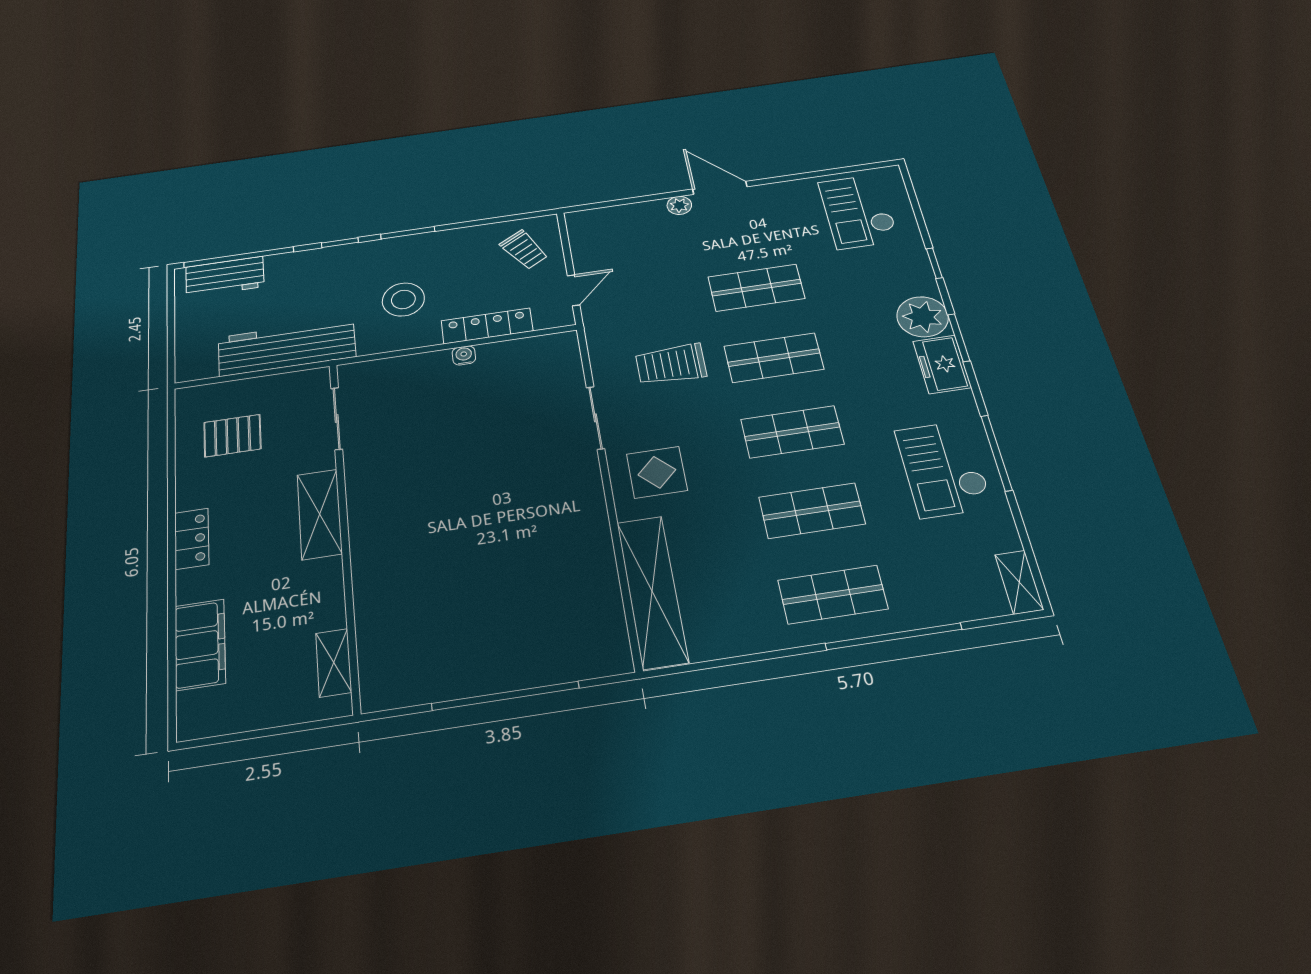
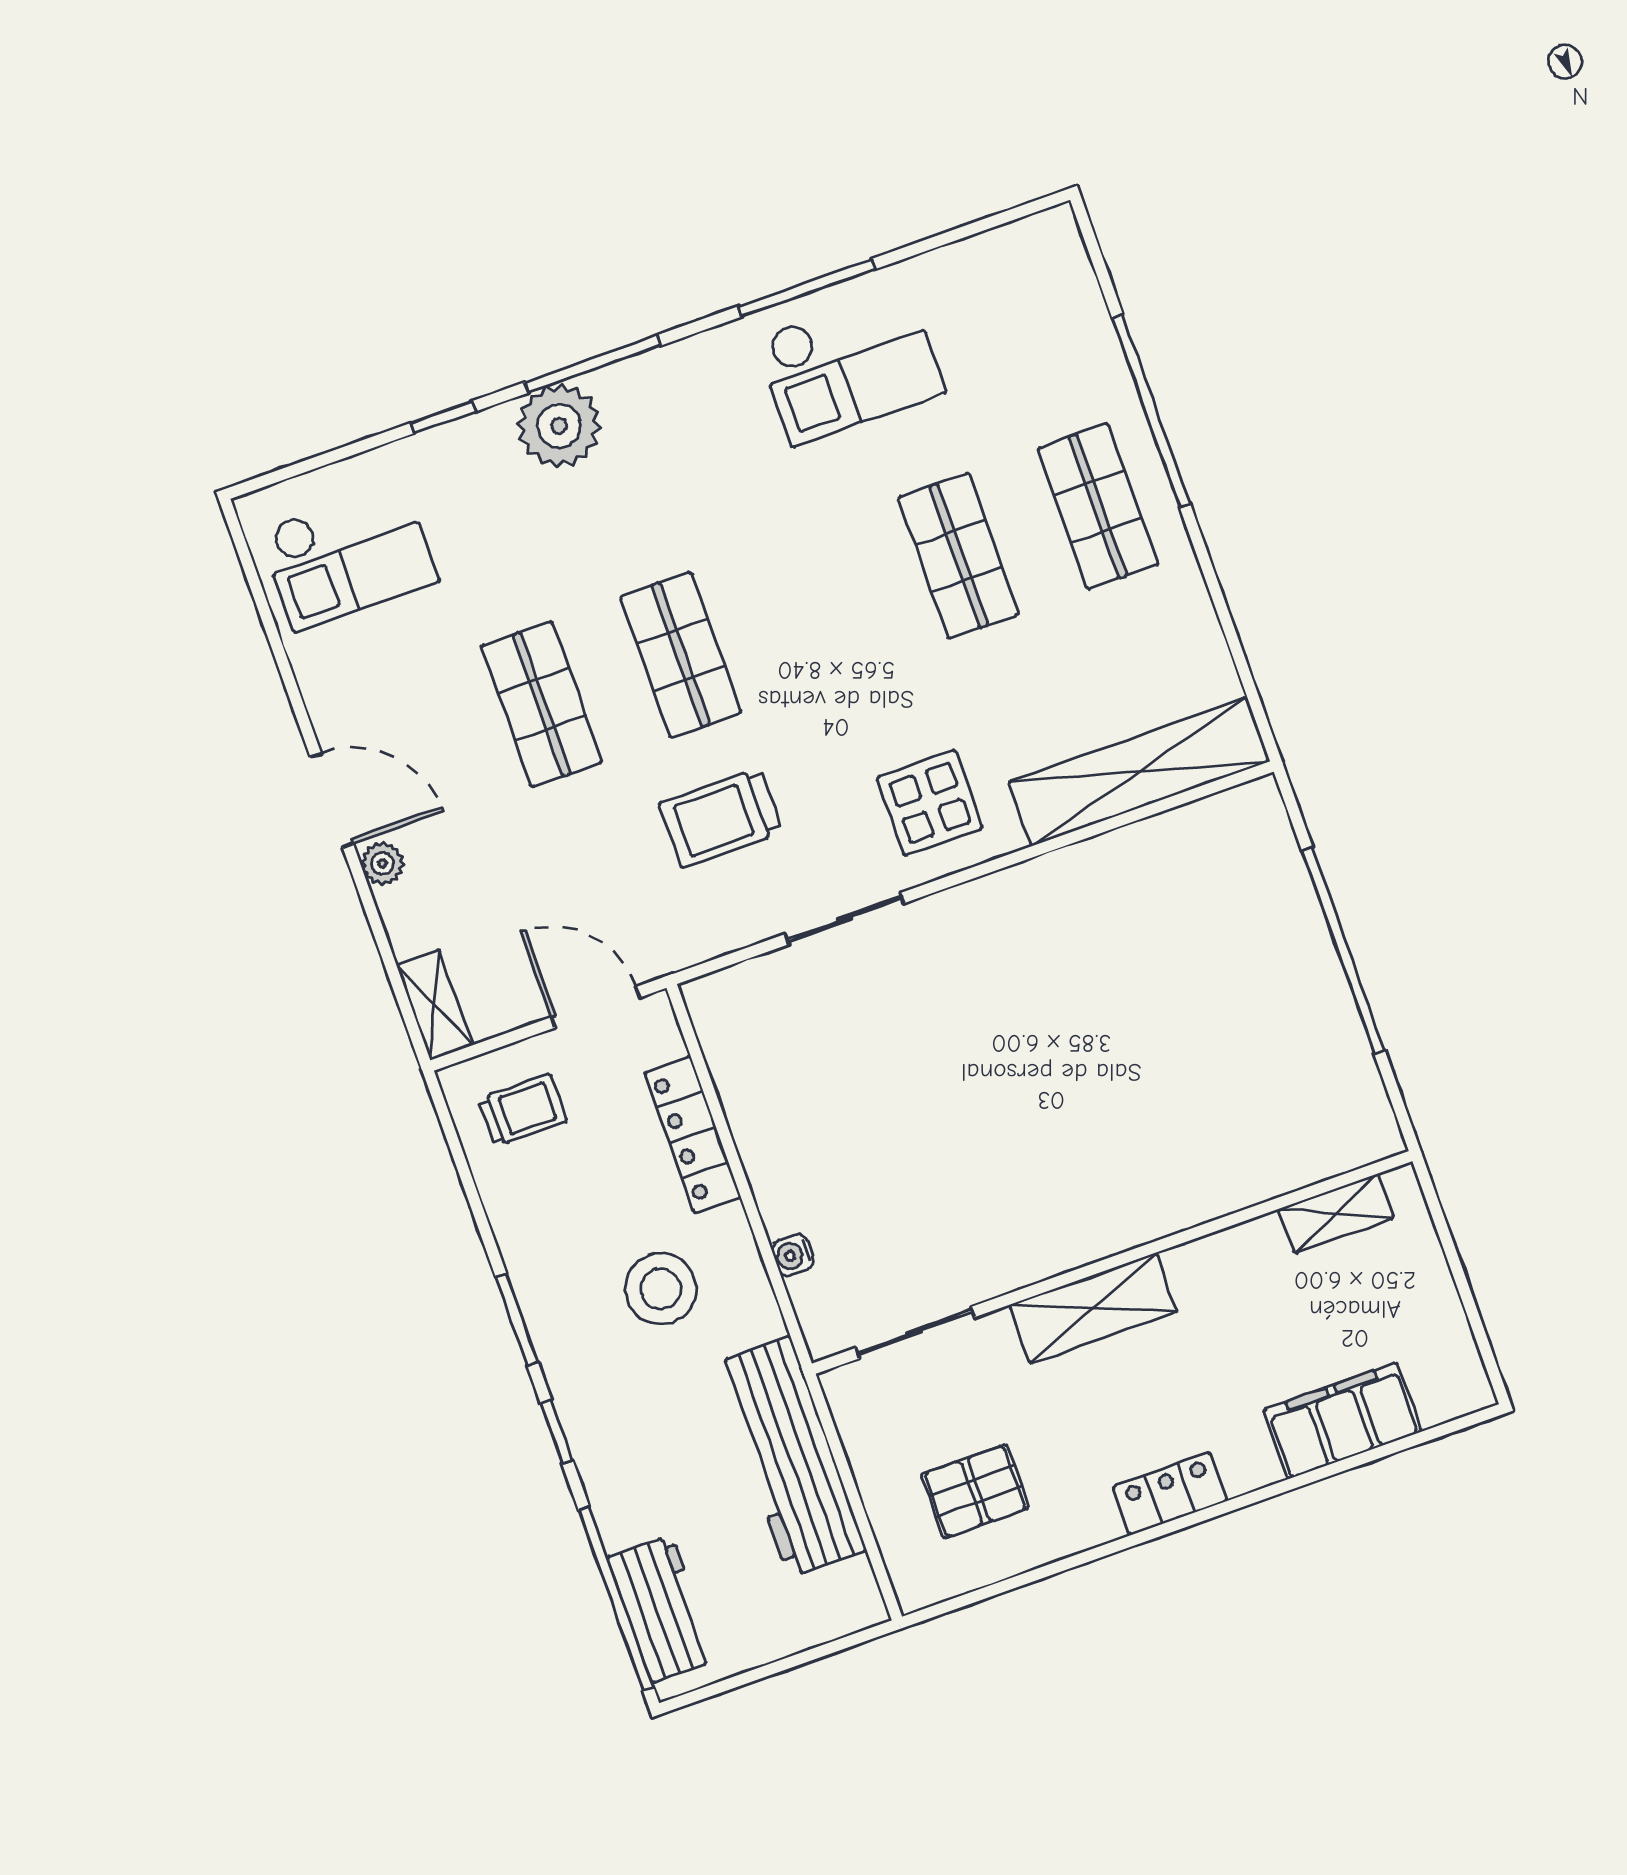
door: (720, 188) -> (332, 800), swing flipped
trolley: (524, 250) -> (522, 1110), turned 31
door: (574, 290) -> (596, 1007), width x1.38
window: (959, 338) -> (593, 364), width x1.44
water cooler: (464, 355) -> (793, 1255), moved
trolley: (671, 364) -> (721, 818), turned 90
freezer: (942, 364) -> (650, 386), removed
shop shelf: (792, 432) -> (820, 605), removed
pallet: (232, 436) -> (975, 1491), turned 90
shelving: (1019, 582) -> (435, 1005), moved, turned 90

